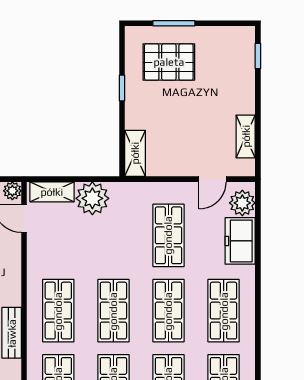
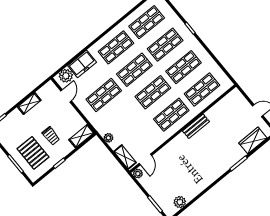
trolley: (172, 109) -> (51, 136), added
shelving: (246, 136) -> (29, 104), moved
door: (213, 179) -> (66, 96), hinge flipped
plant: (92, 198) -> (108, 138), width x0.53, depth x0.53

